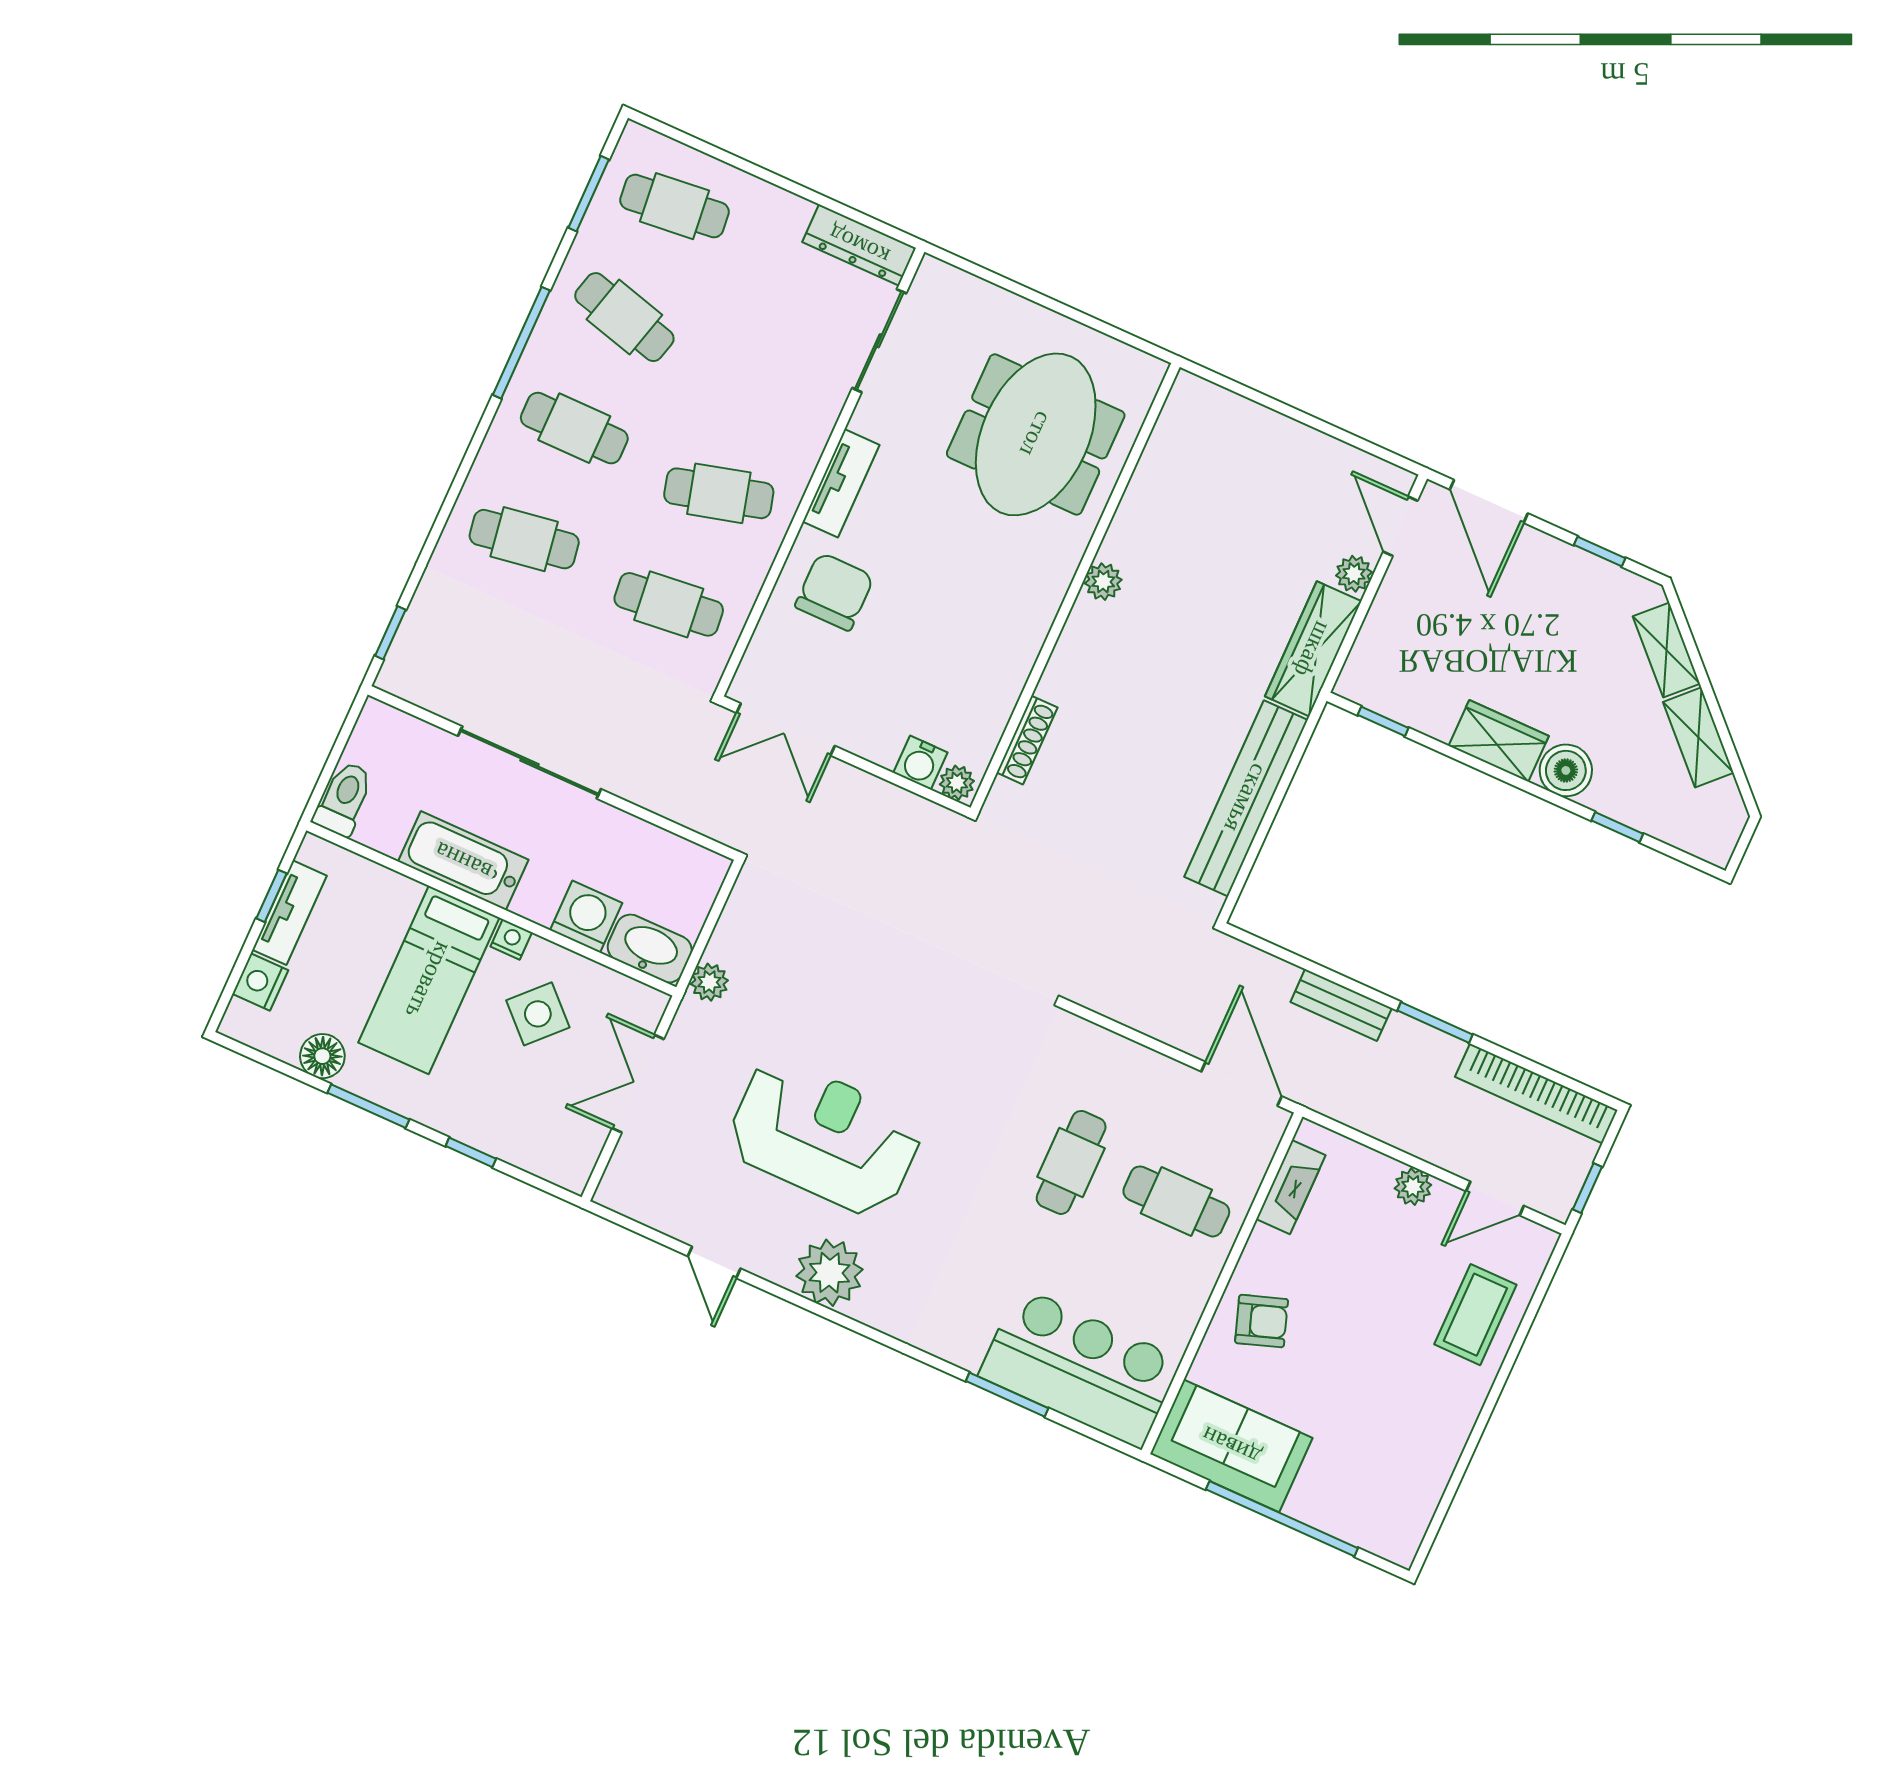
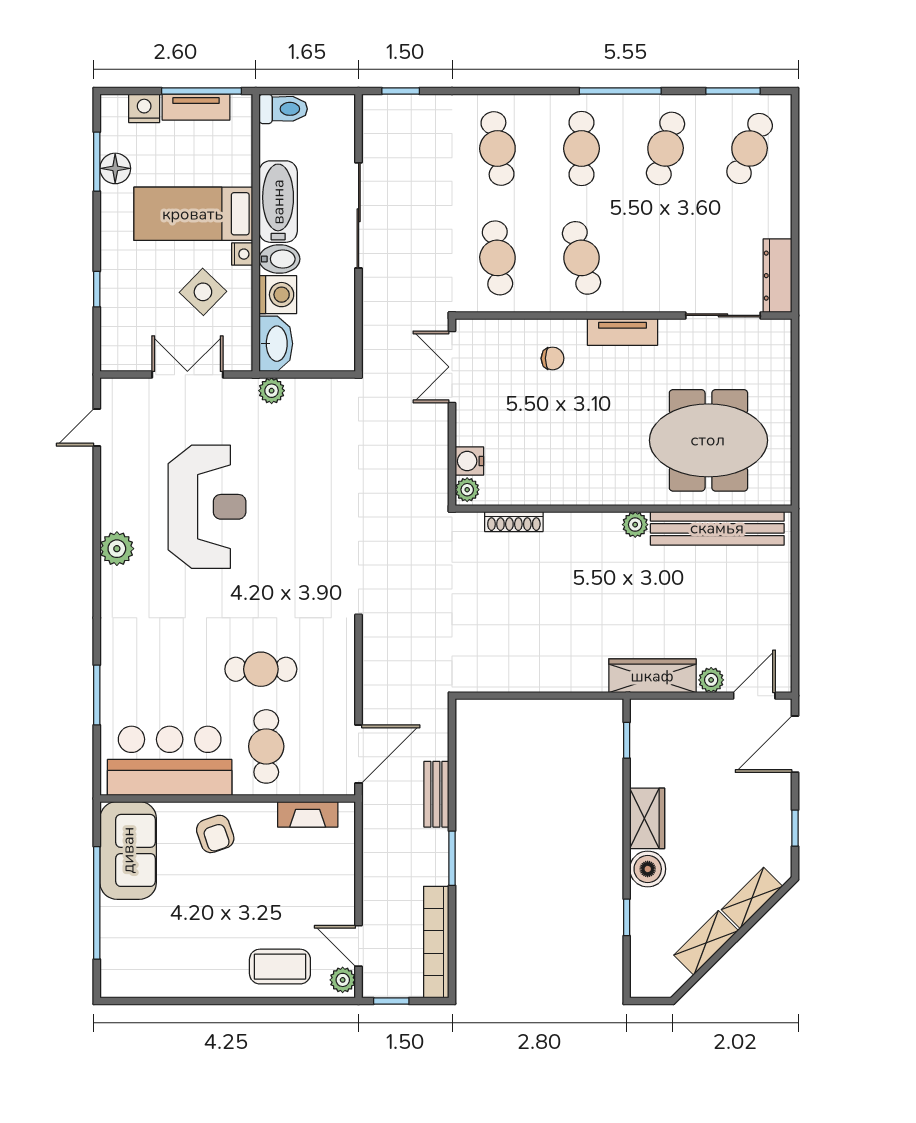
cafe table: (675, 206) -> (750, 149), turned 30
chair: (834, 592) -> (553, 358), width x0.54, depth x0.54
bench: (1246, 798) -> (717, 528), moved
bidet: (540, 893) -> (279, 259), added
window: (272, 896) -> (201, 91), width x2.17
window: (368, 1106) -> (97, 162), moved
plant: (1413, 1187) -> (343, 980), moved
door: (714, 1262) -> (97, 427), moved
plant: (830, 1273) -> (117, 549), width x0.73, depth x0.73
bar counter: (1080, 1368) -> (170, 761), moved, turned -90

